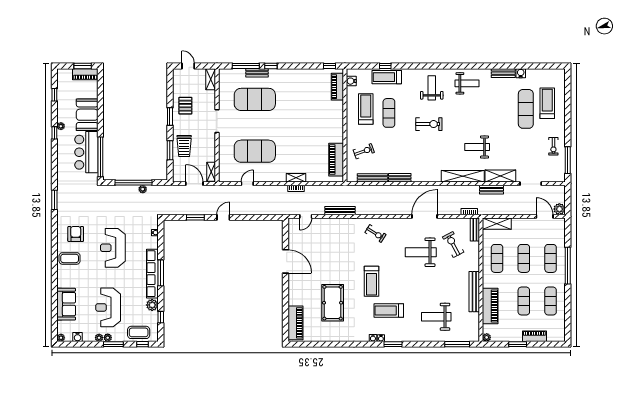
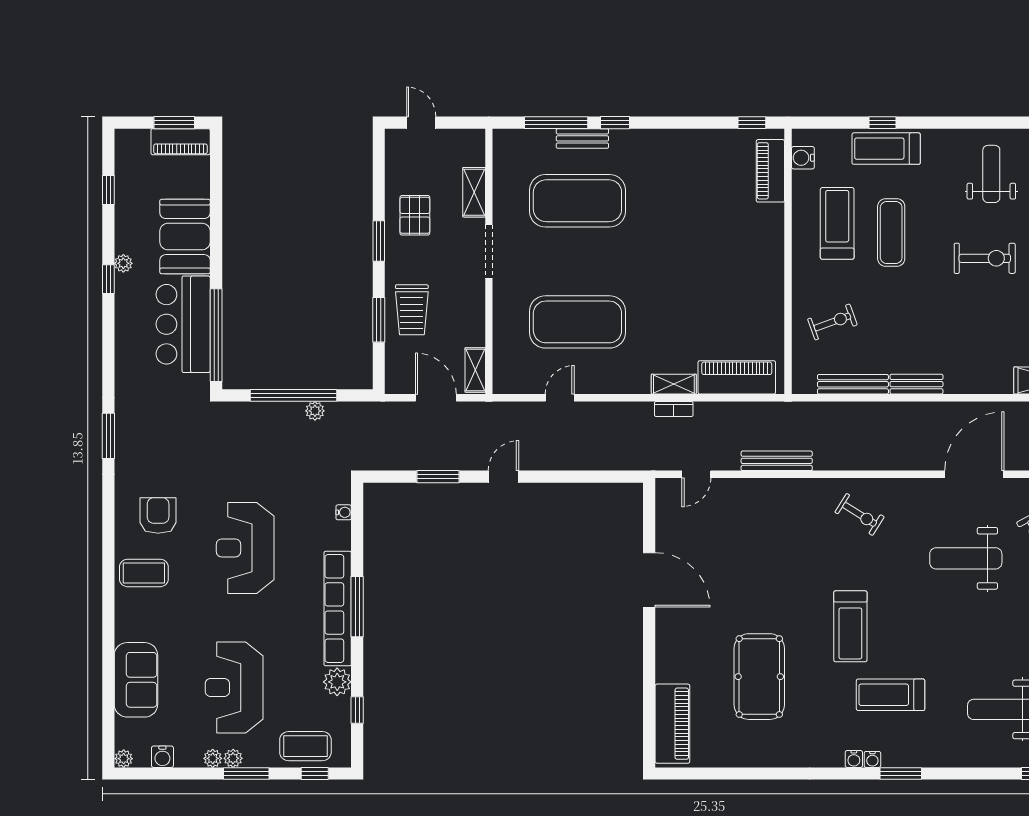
shelving: (211, 79) -> (474, 192), moved
piano: (336, 160) -> (737, 377), moved, turned 90

